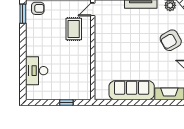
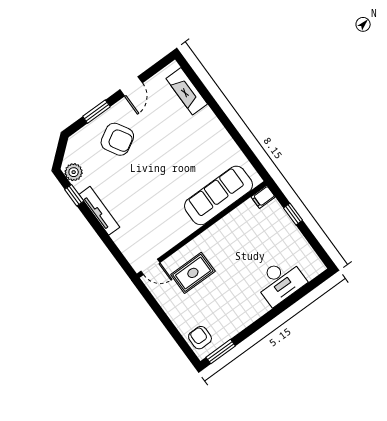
sofa: (132, 90) -> (218, 195), moved, turned 90
filing cabinet: (86, 94) -> (263, 197), added

